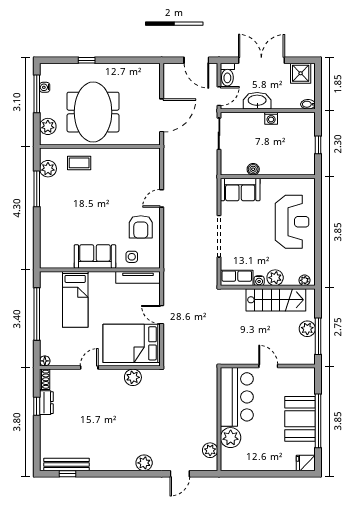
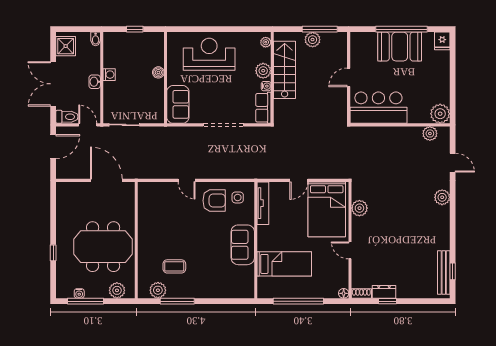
washbasin: (257, 101) -> (95, 82), width x0.52, depth x0.69
coffee table: (79, 163) -> (174, 266), moved, turned 90
boiler: (253, 169) -> (158, 72), moved
side table: (132, 257) -> (238, 197), moved
plant: (231, 438) -> (440, 114), moved

